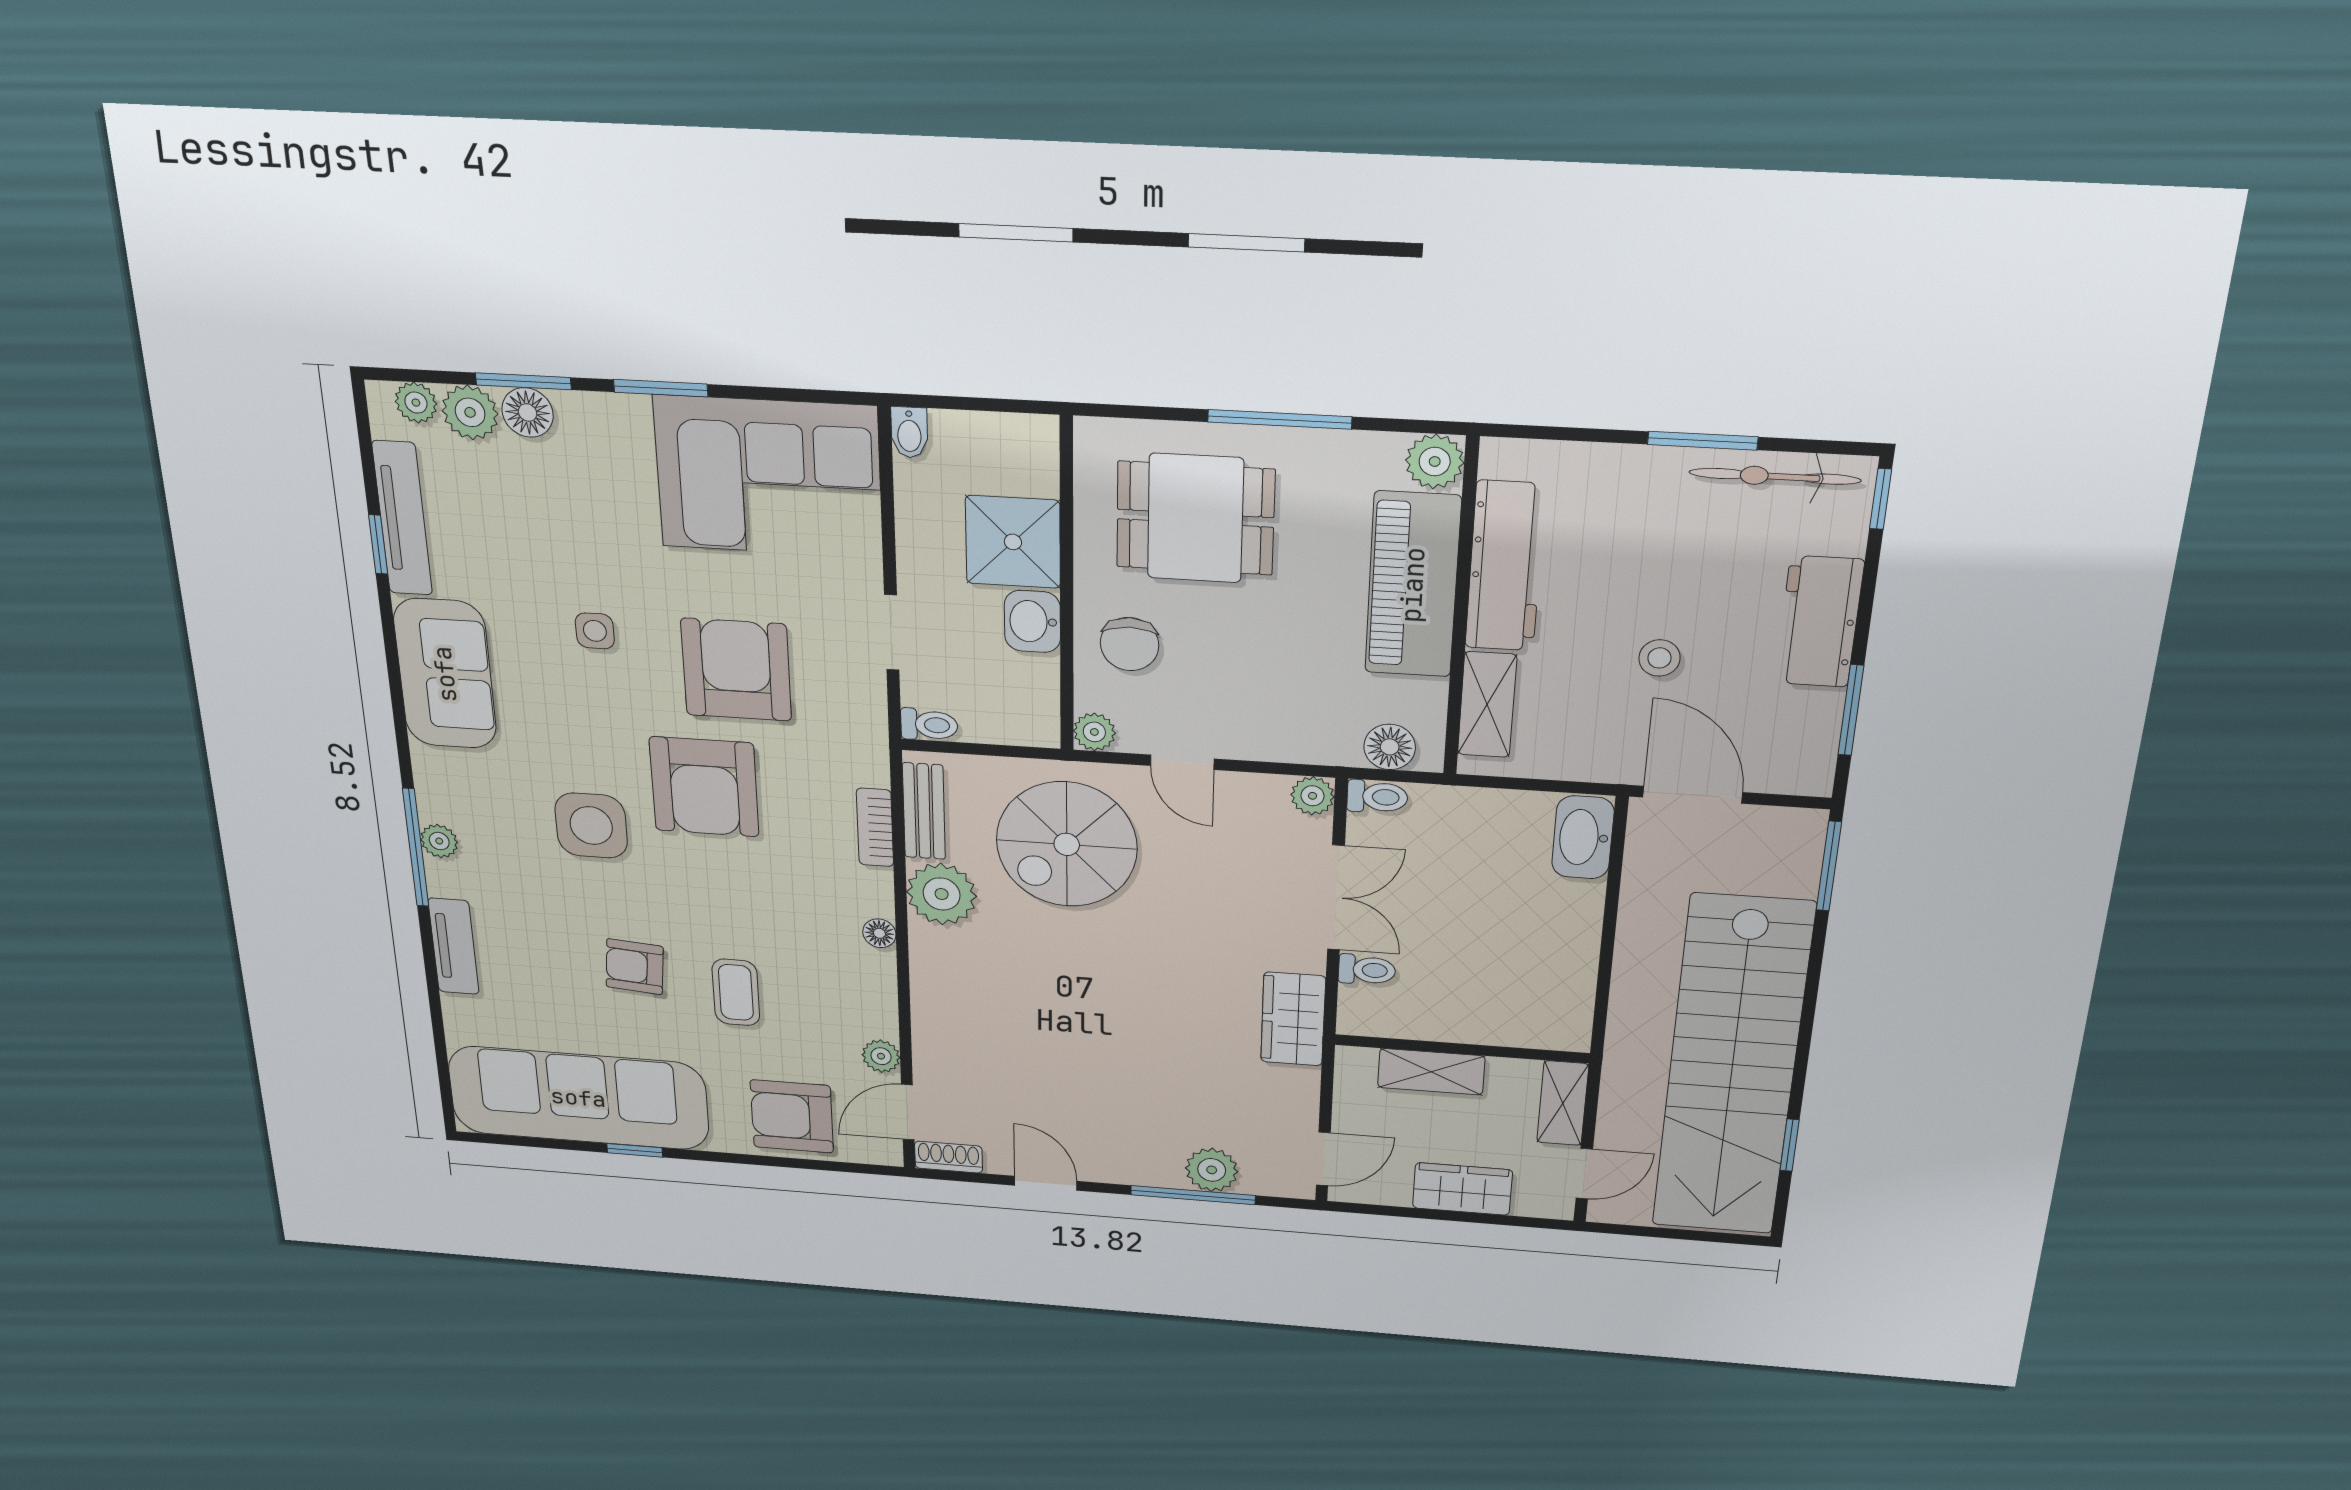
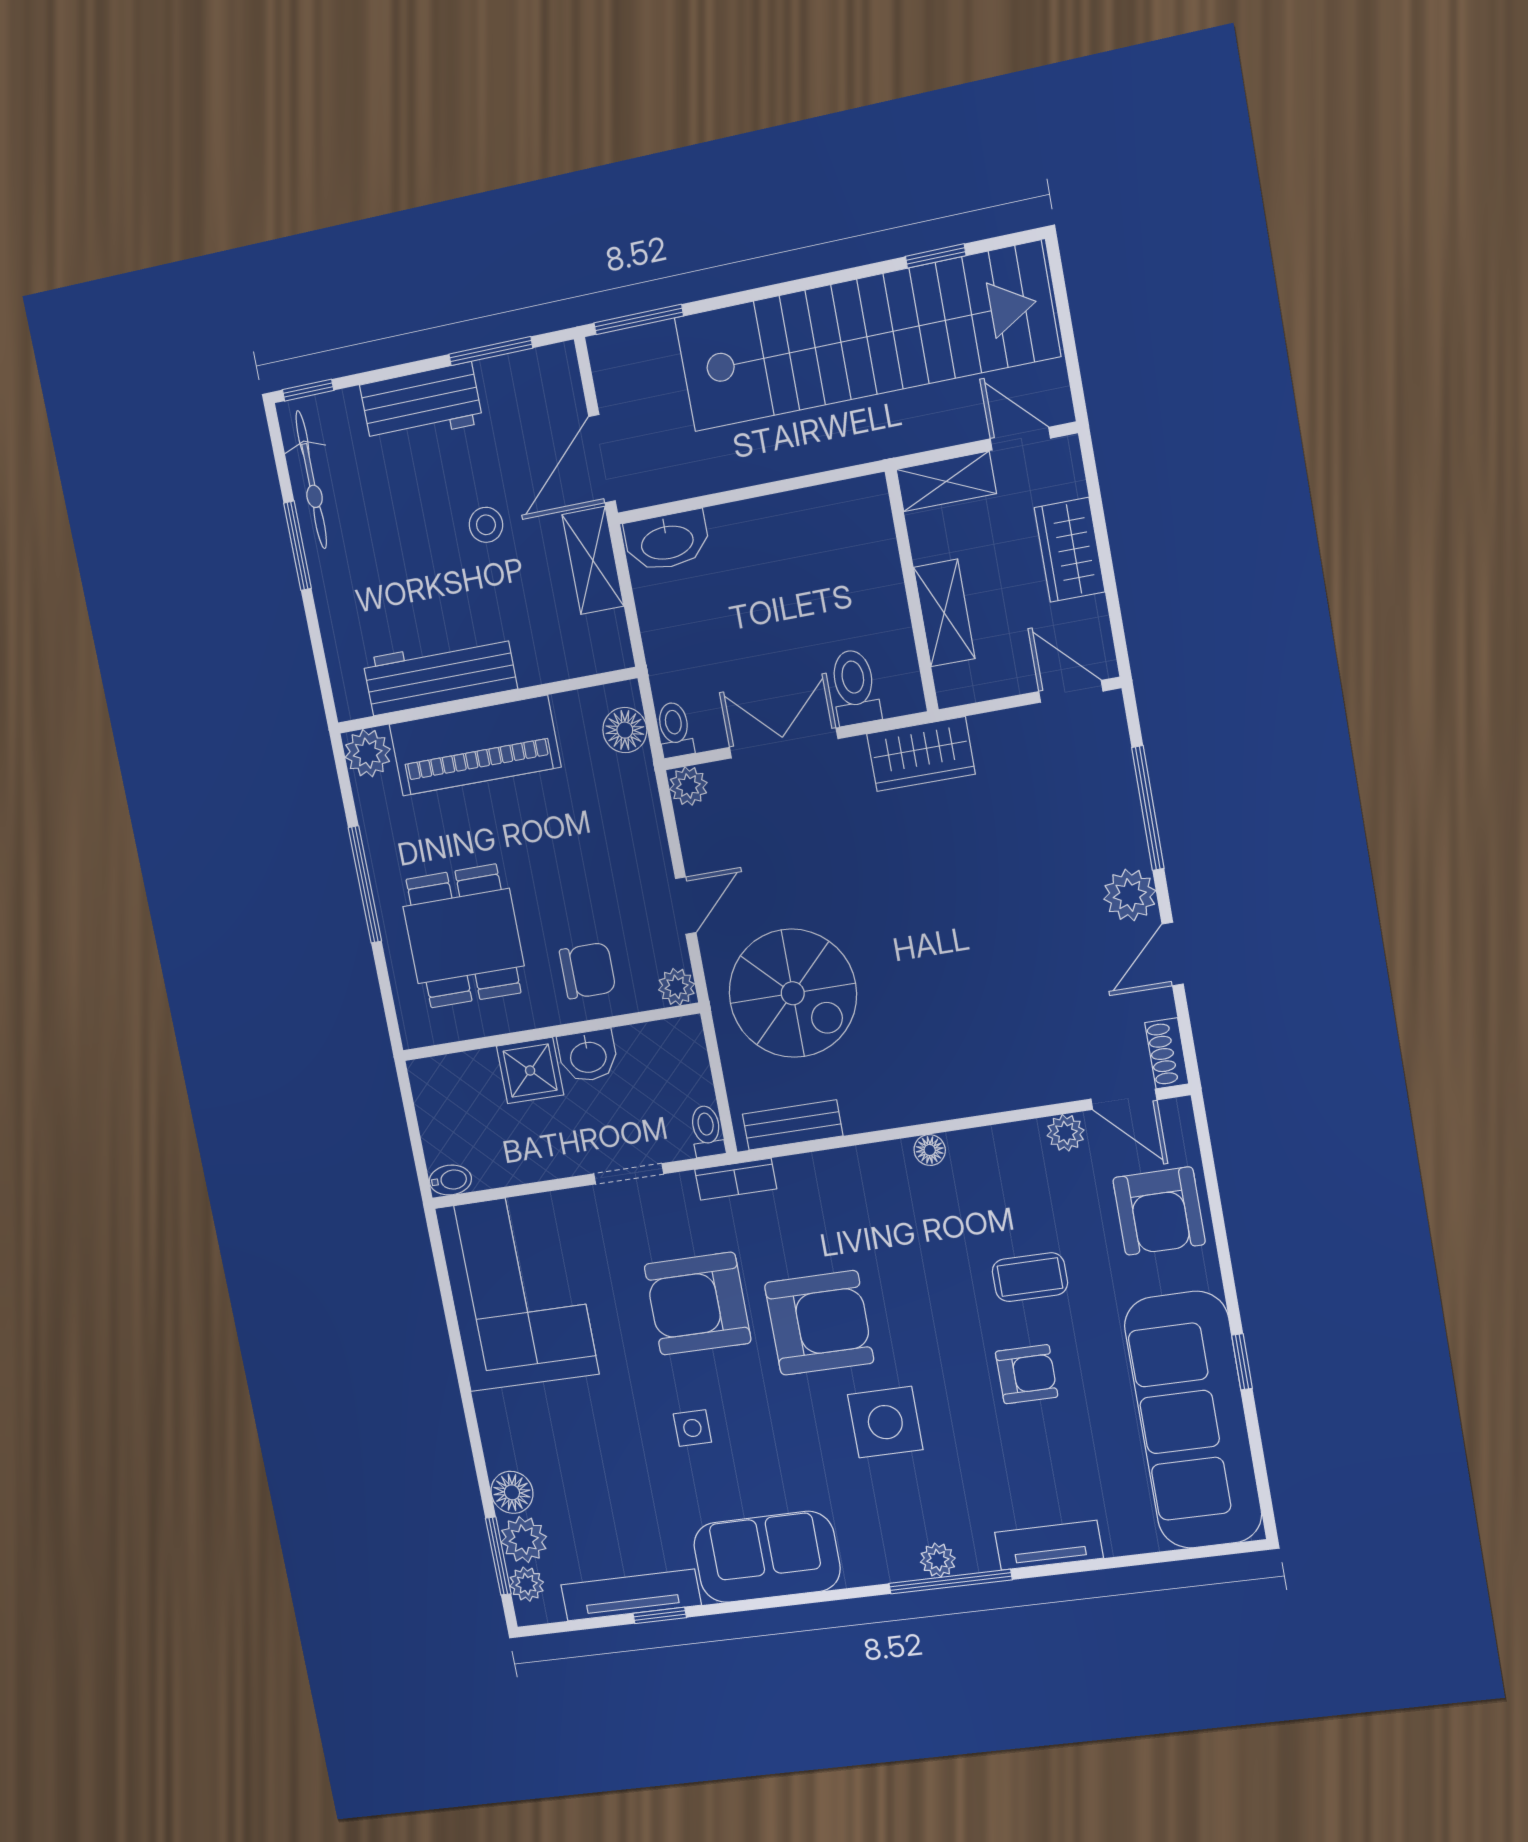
window: (523, 381) -> (498, 1556), moved
window: (661, 388) -> (464, 1385), removed
shower: (1013, 542) -> (530, 1071), width x0.73, depth x0.73
shelving: (1487, 705) -> (593, 560), moved, turned 90
bookcase: (875, 827) -> (736, 1179), moved
plant: (942, 894) -> (873, 1098), removed
armchair: (635, 967) -> (1027, 1374), turned -95
toilet: (1367, 970) -> (855, 687), width x1.37, depth x1.39
plant: (1212, 1170) -> (1130, 895), moved

